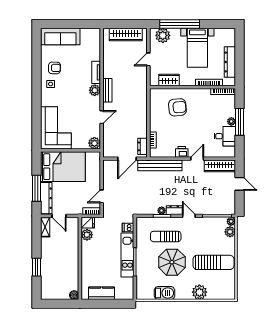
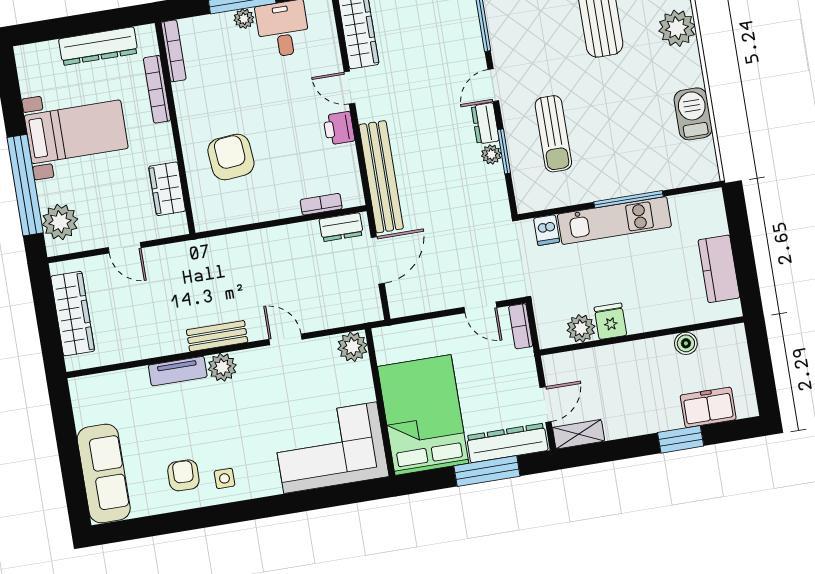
door: (127, 159) -> (378, 260), hinge flipped
fridge: (88, 223) -> (610, 321), moved
parasol: (172, 262) -> (614, 108), removed
freezer: (47, 280) -> (708, 407), added
boiler: (74, 295) -> (686, 343), moved

